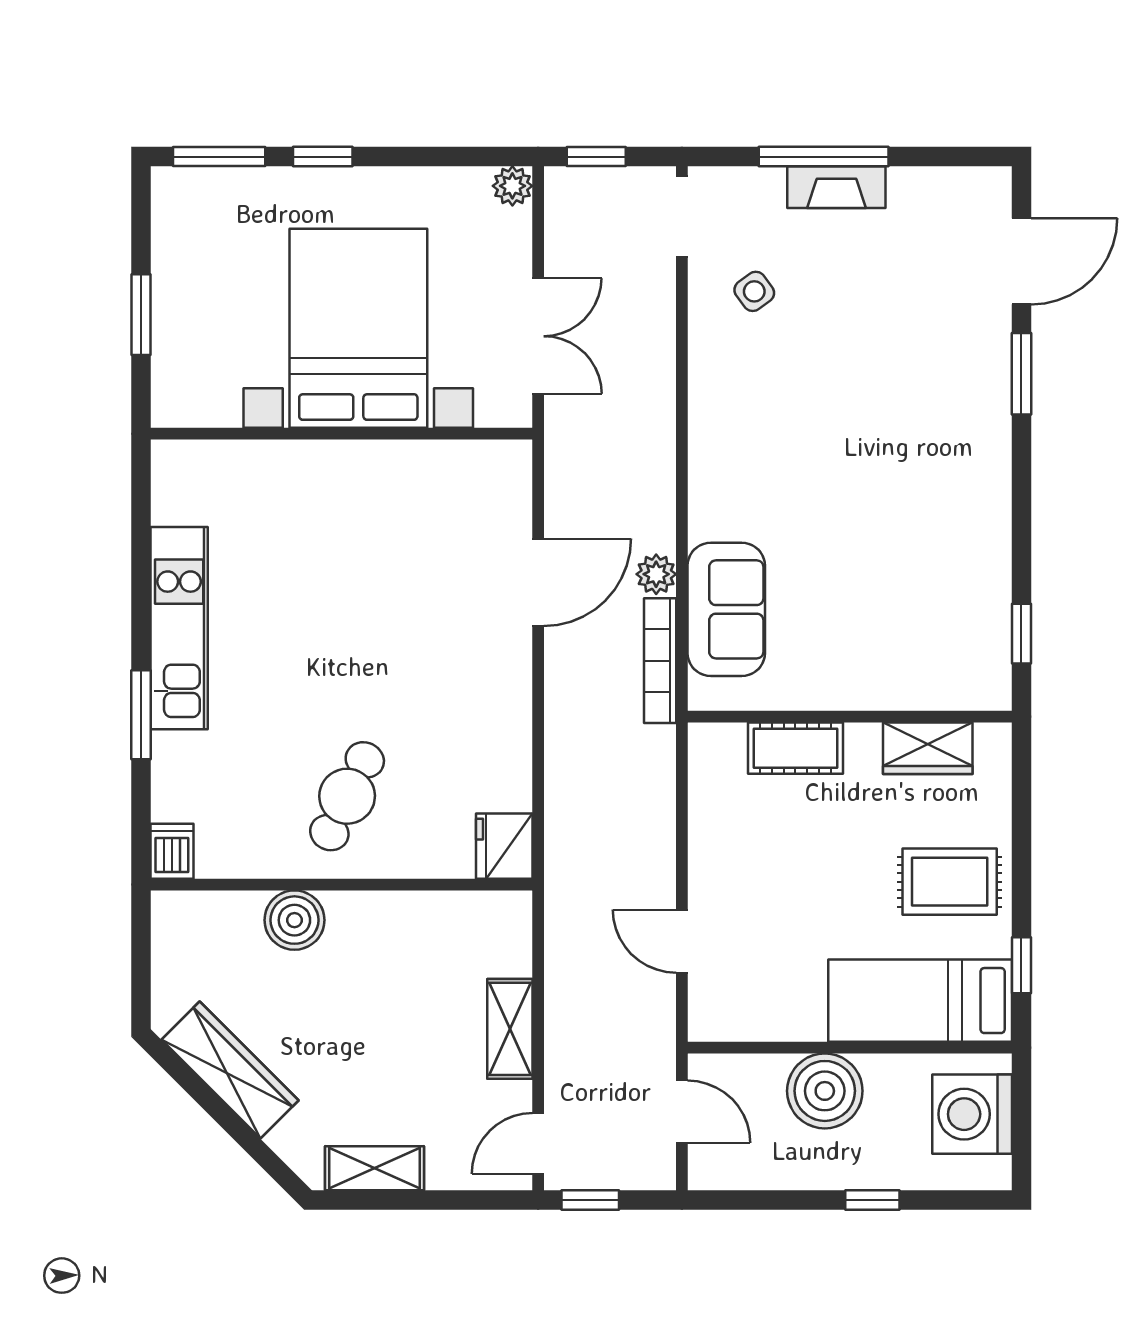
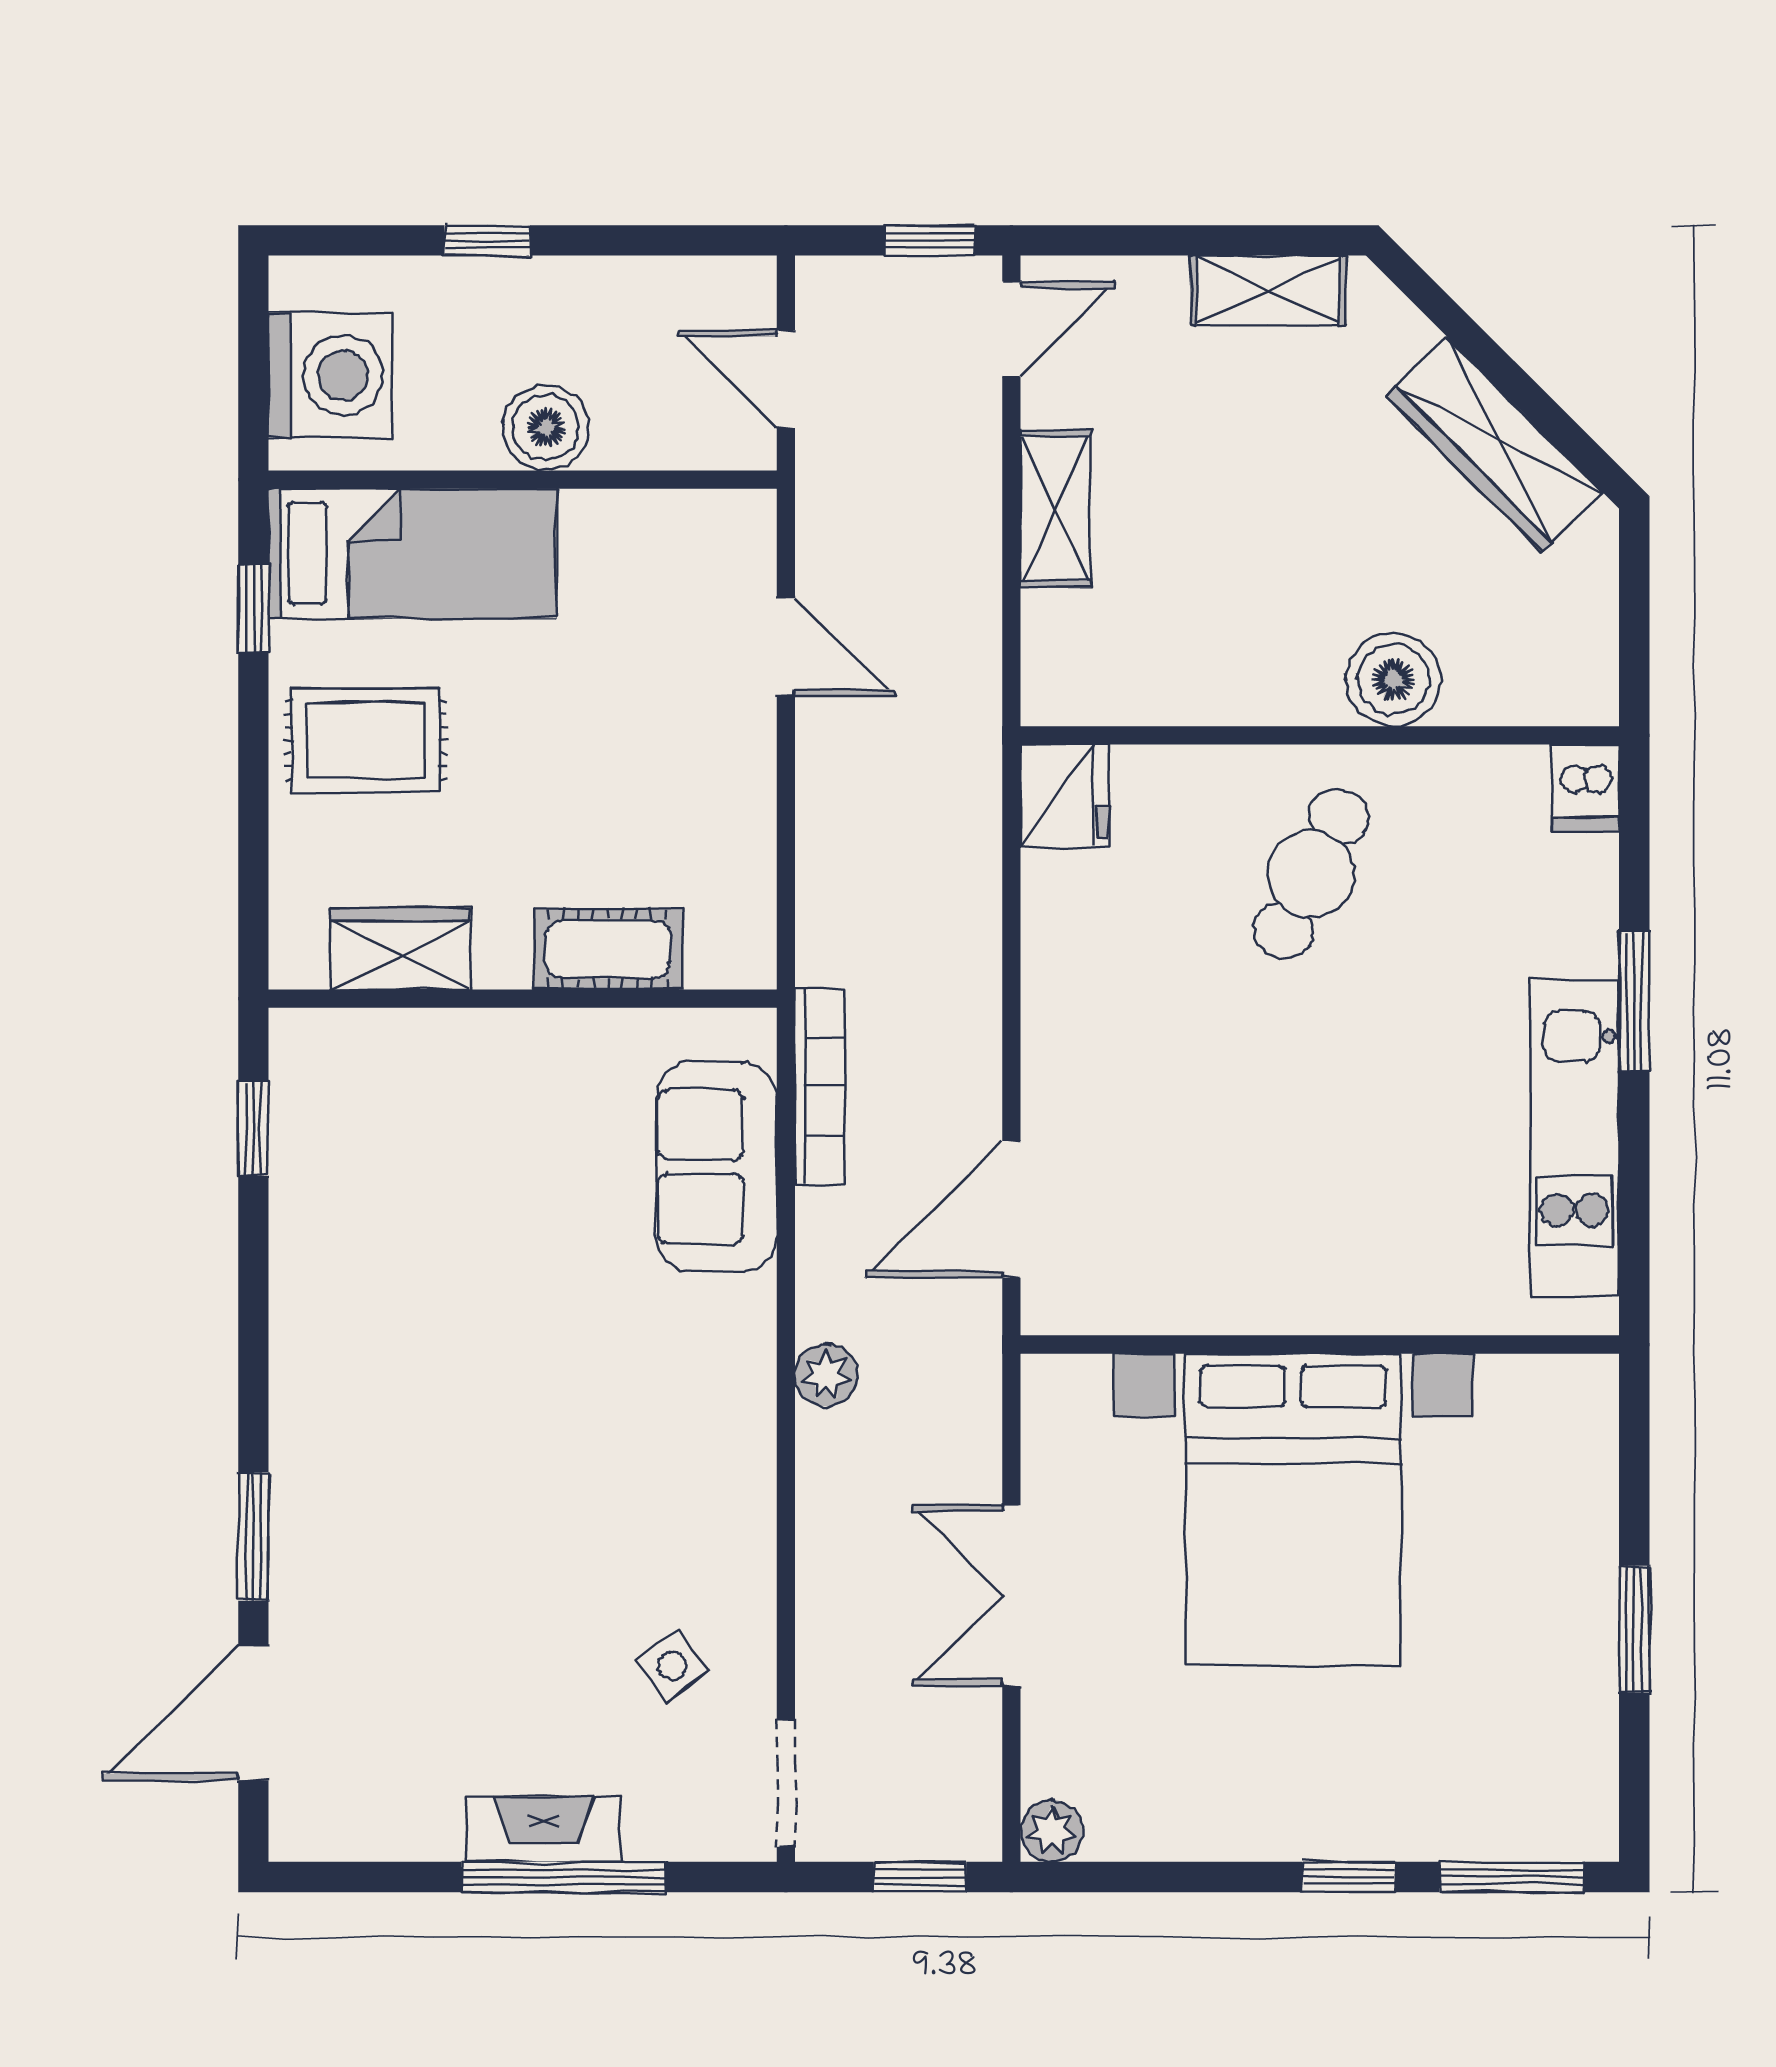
bed with nightstands: (358, 328) -> (1293, 1510), moved
wall: (341, 434) -> (1320, 1345), moved
plant: (656, 574) -> (826, 1375), moved
boiler: (825, 1091) -> (546, 427), width x0.73, depth x0.73

